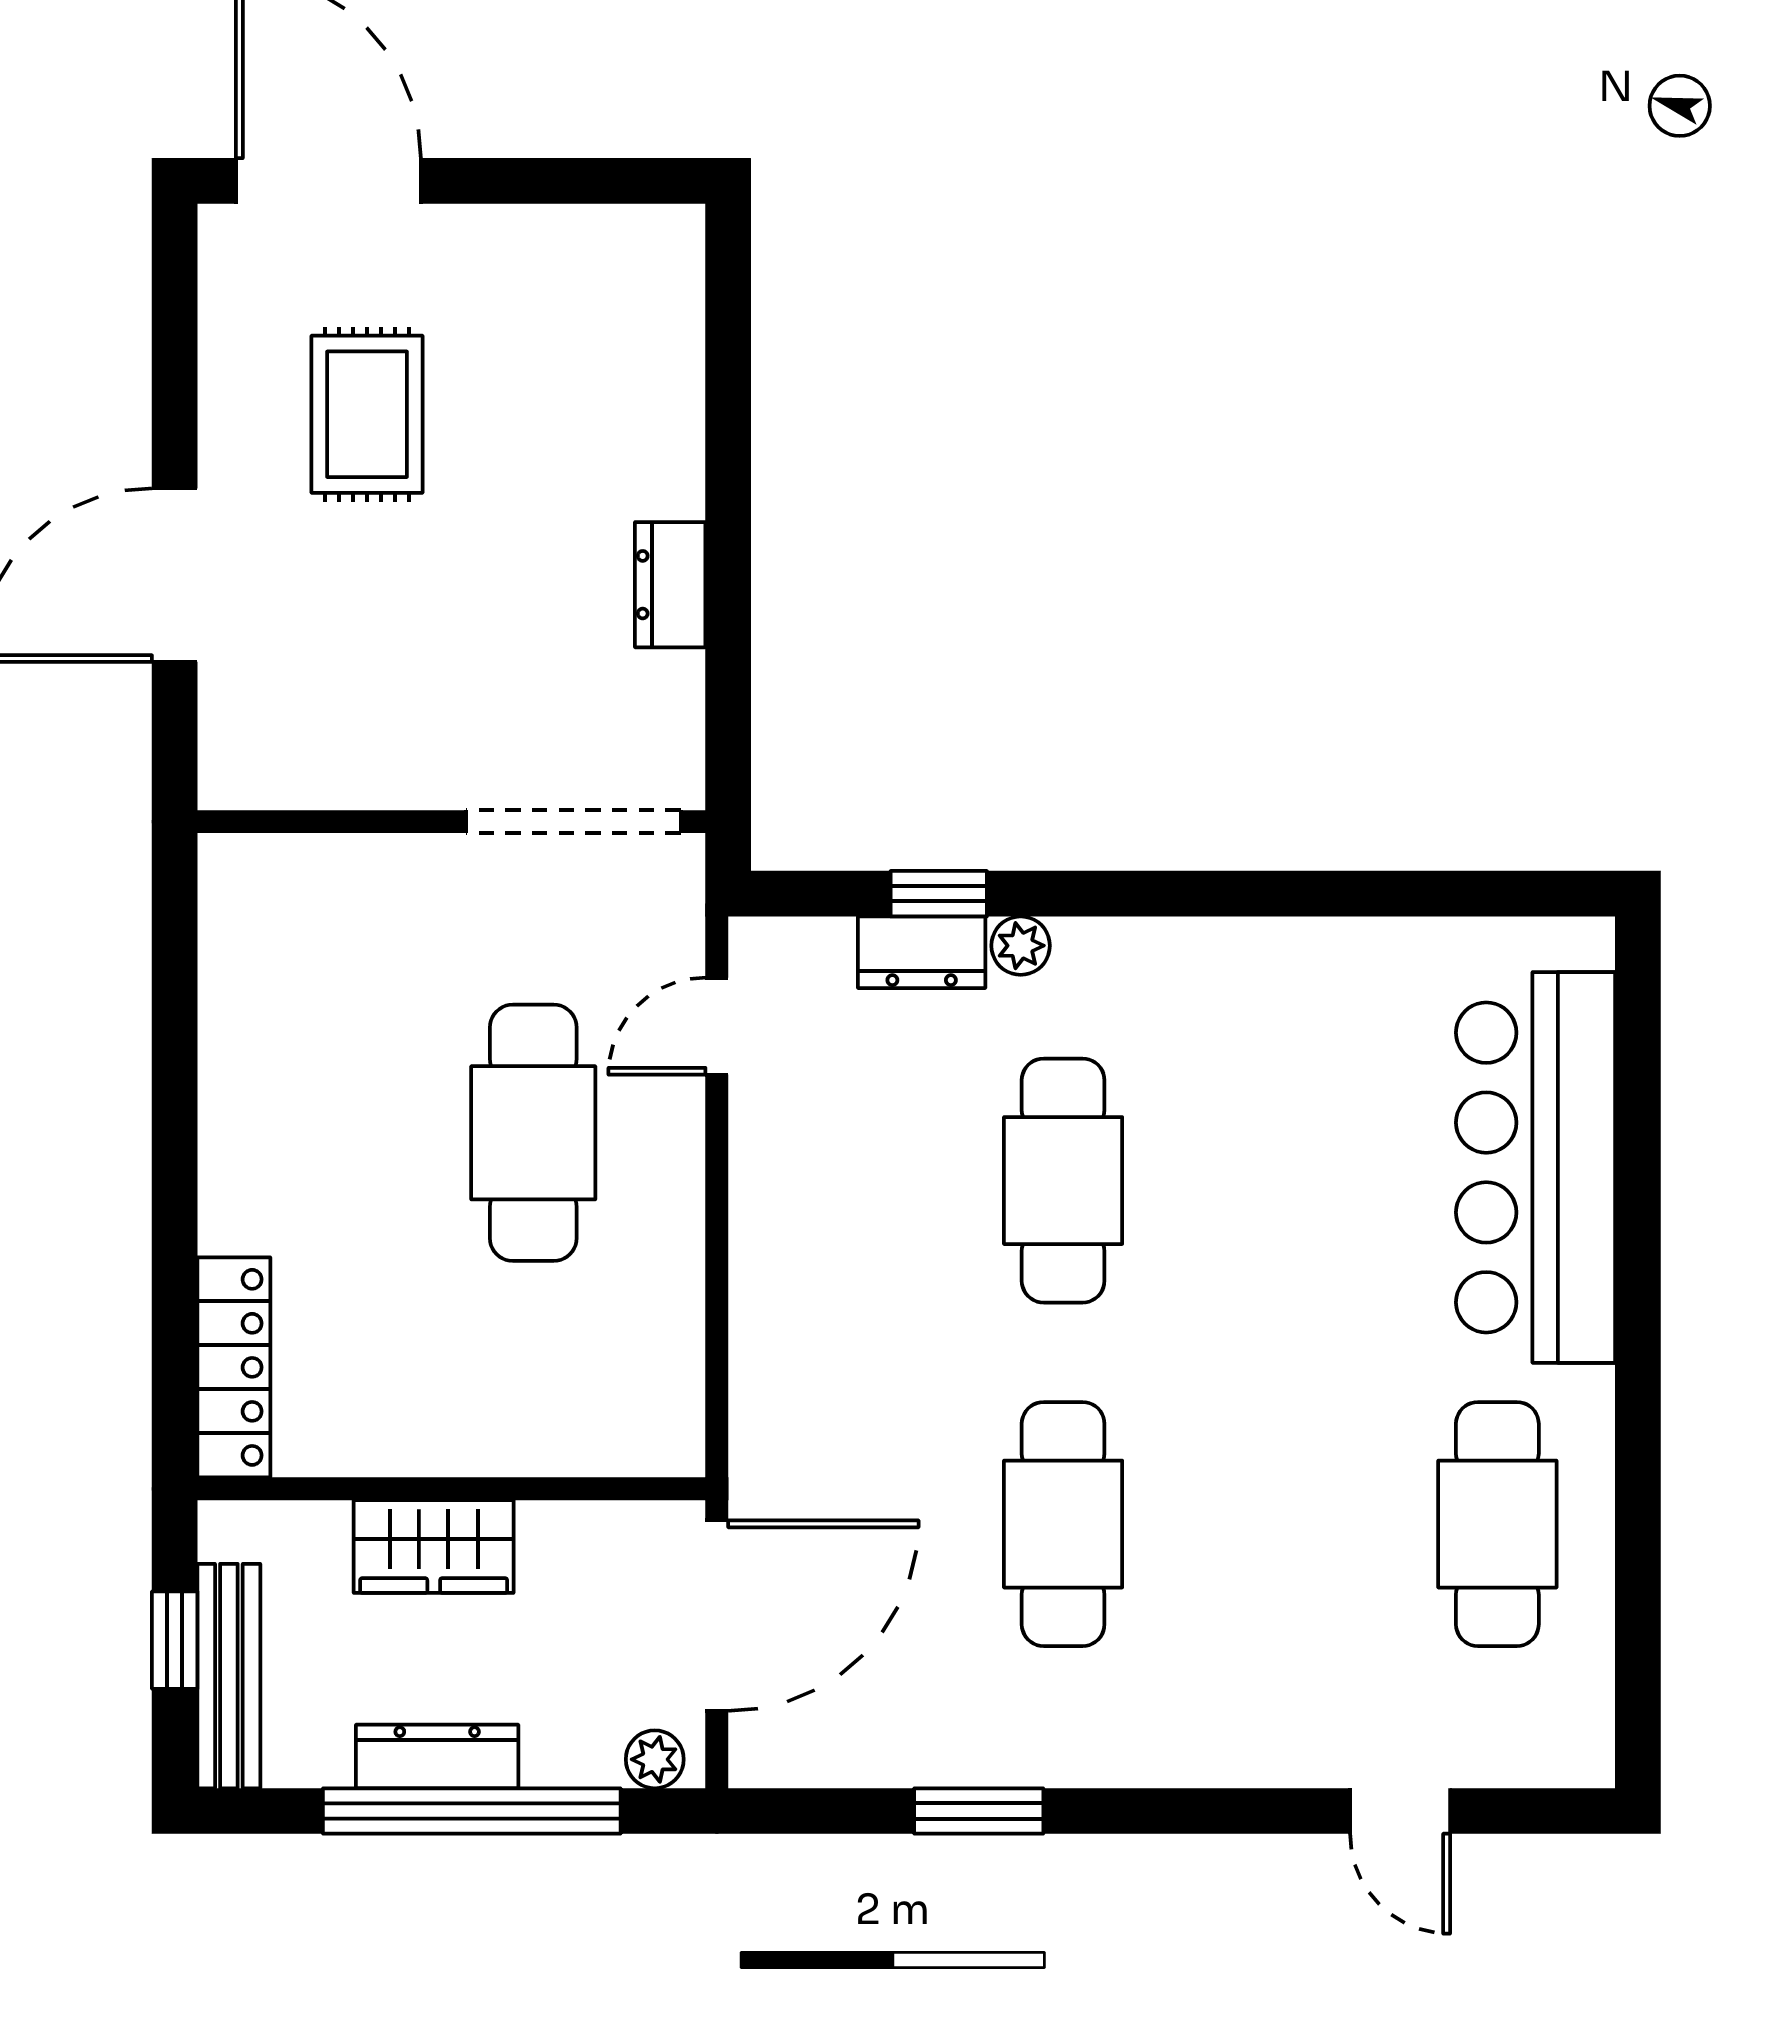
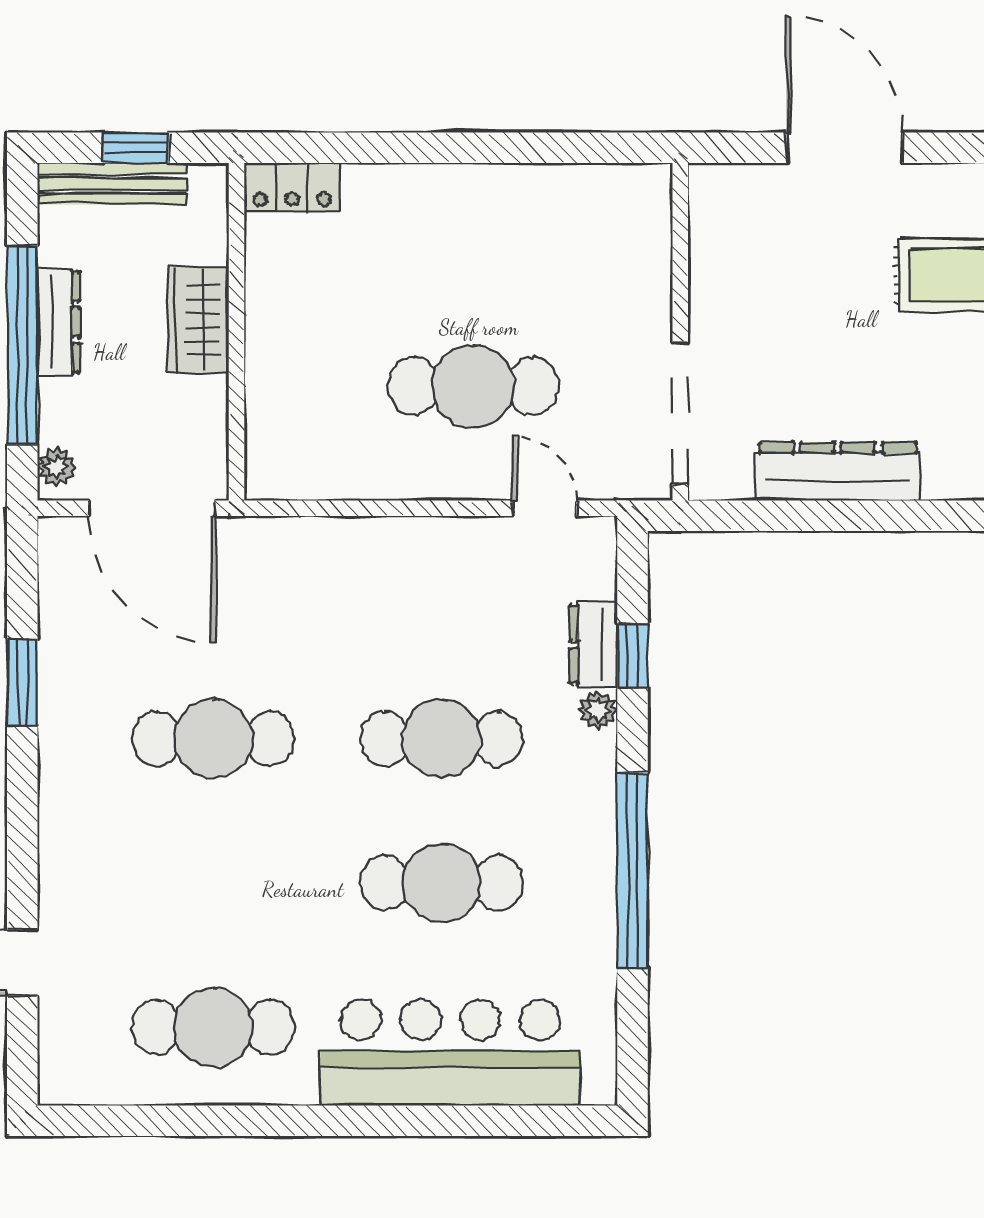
dresser: (670, 585) -> (838, 471), width x1.96, depth x1.24
window: (1261, 894) -> (632, 870), added
cafe table: (1280, 1181) -> (442, 883), added
locker: (234, 1367) -> (292, 187), width x0.66

